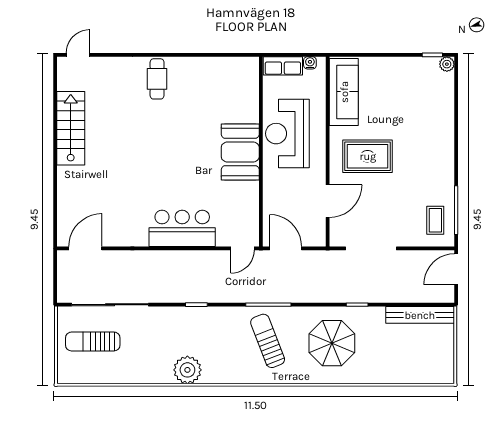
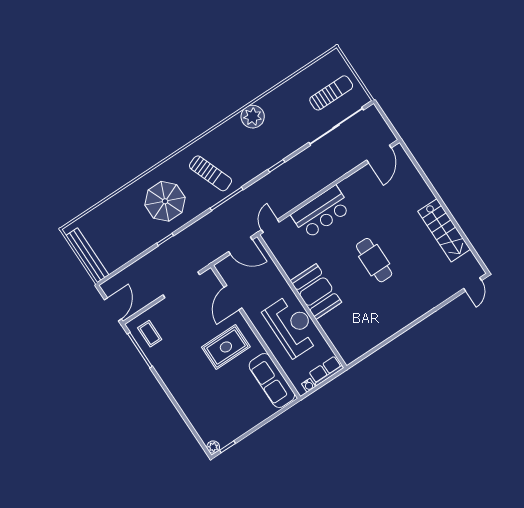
cafe table: (157, 79) -> (374, 260), moved, width x1.37, depth x1.35
bench: (420, 315) -> (87, 255), moved, turned 90

